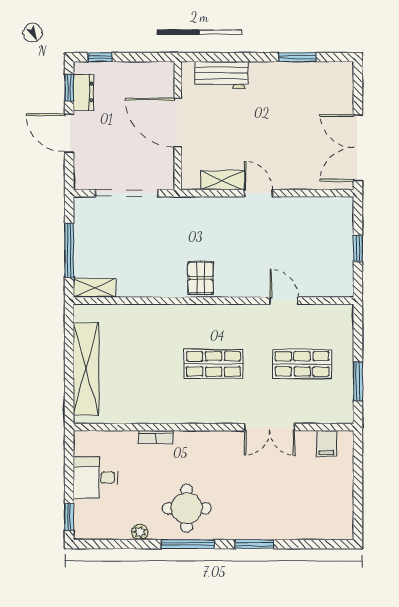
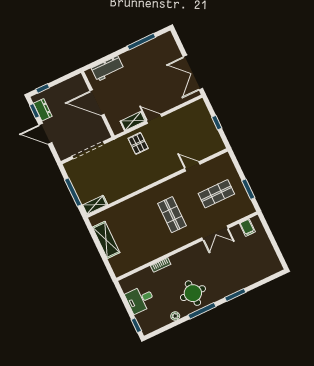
window: (298, 57) -> (141, 42), width x1.44
pallet: (201, 278) -> (138, 143), moved
shop shelf: (214, 364) -> (172, 215), turned 90
shelving: (86, 369) -> (106, 240), width x0.68

